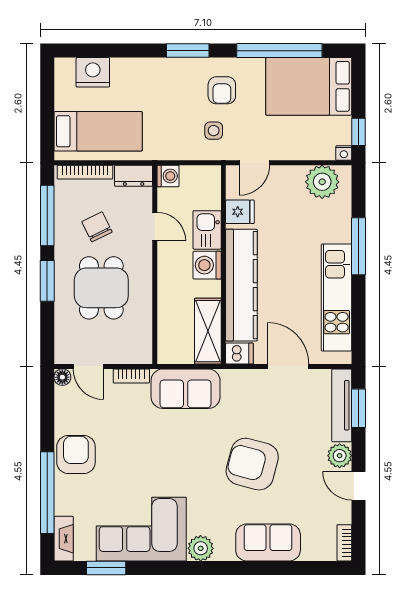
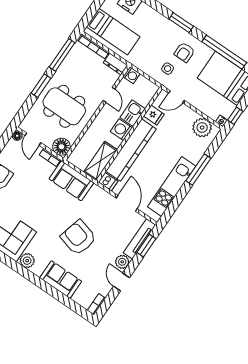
chair: (97, 227) -> (82, 76), removed
dining table: (101, 288) -> (64, 106), width x1.38
floor lamp: (137, 349) -> (61, 147), added

